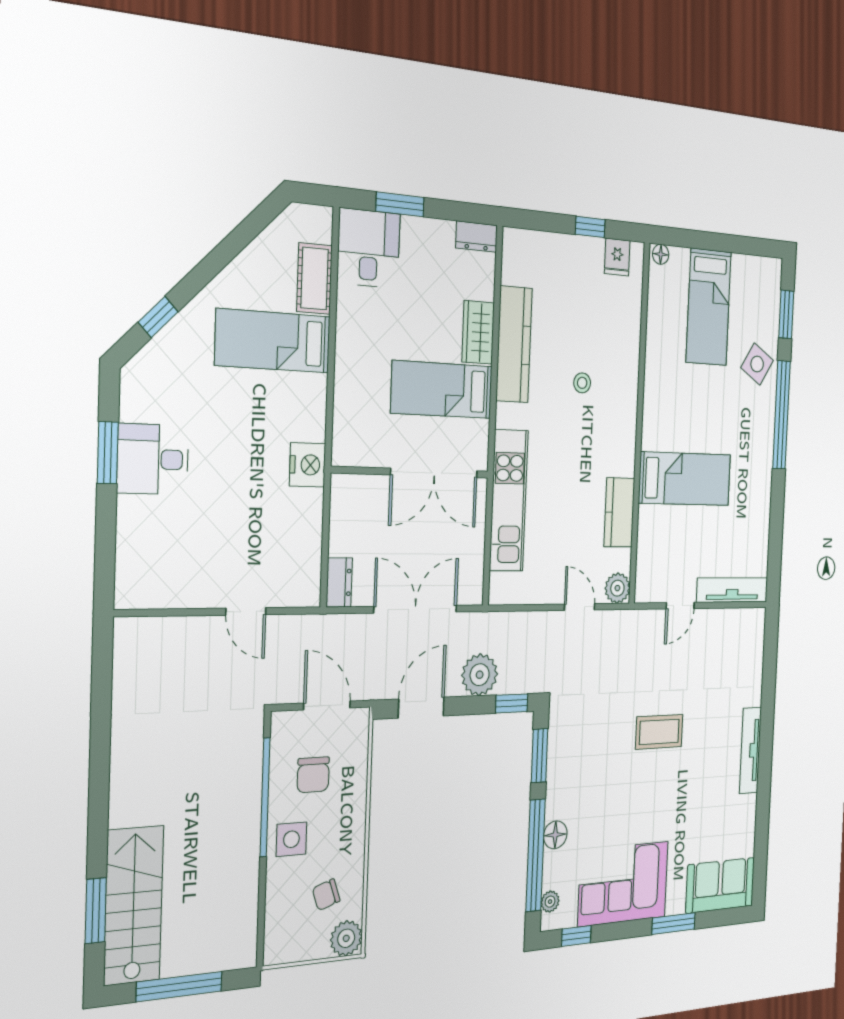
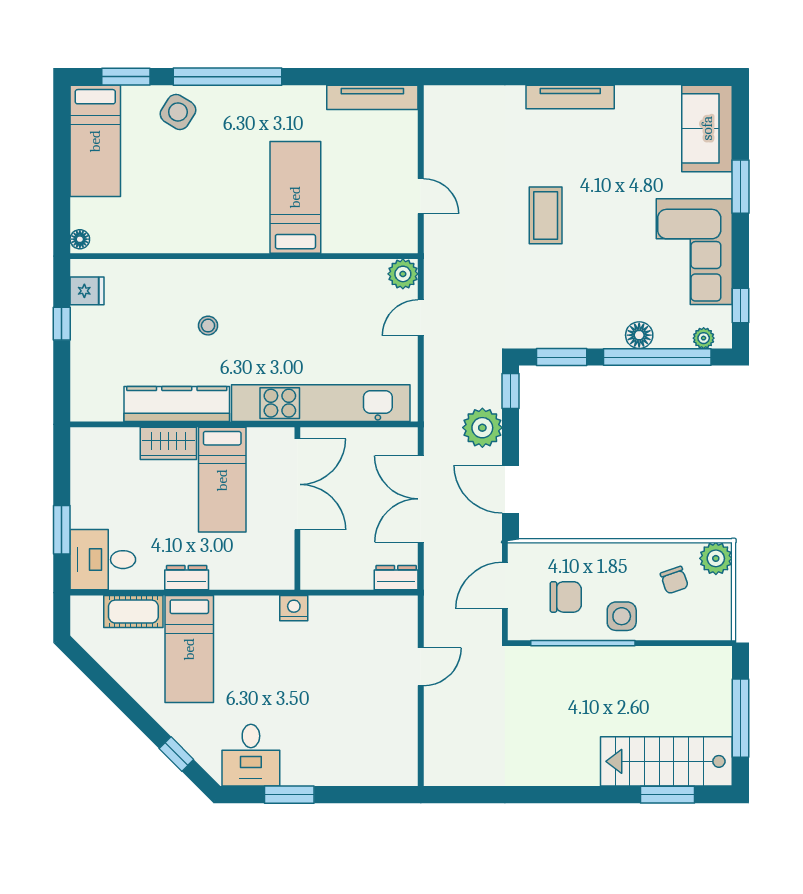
dresser: (477, 237) -> (187, 578), moved, turned -90
bed: (709, 307) -> (95, 141), moved, turned 90
desk: (153, 459) -> (251, 755), moved
nightstand: (308, 465) -> (294, 608), width x0.74, depth x0.75
kitchen unit: (509, 501) -> (321, 403), width x1.36
kitchen counter: (619, 512) -> (330, 276), removed
tv unit: (732, 590) -> (372, 97), moved, turned -90

